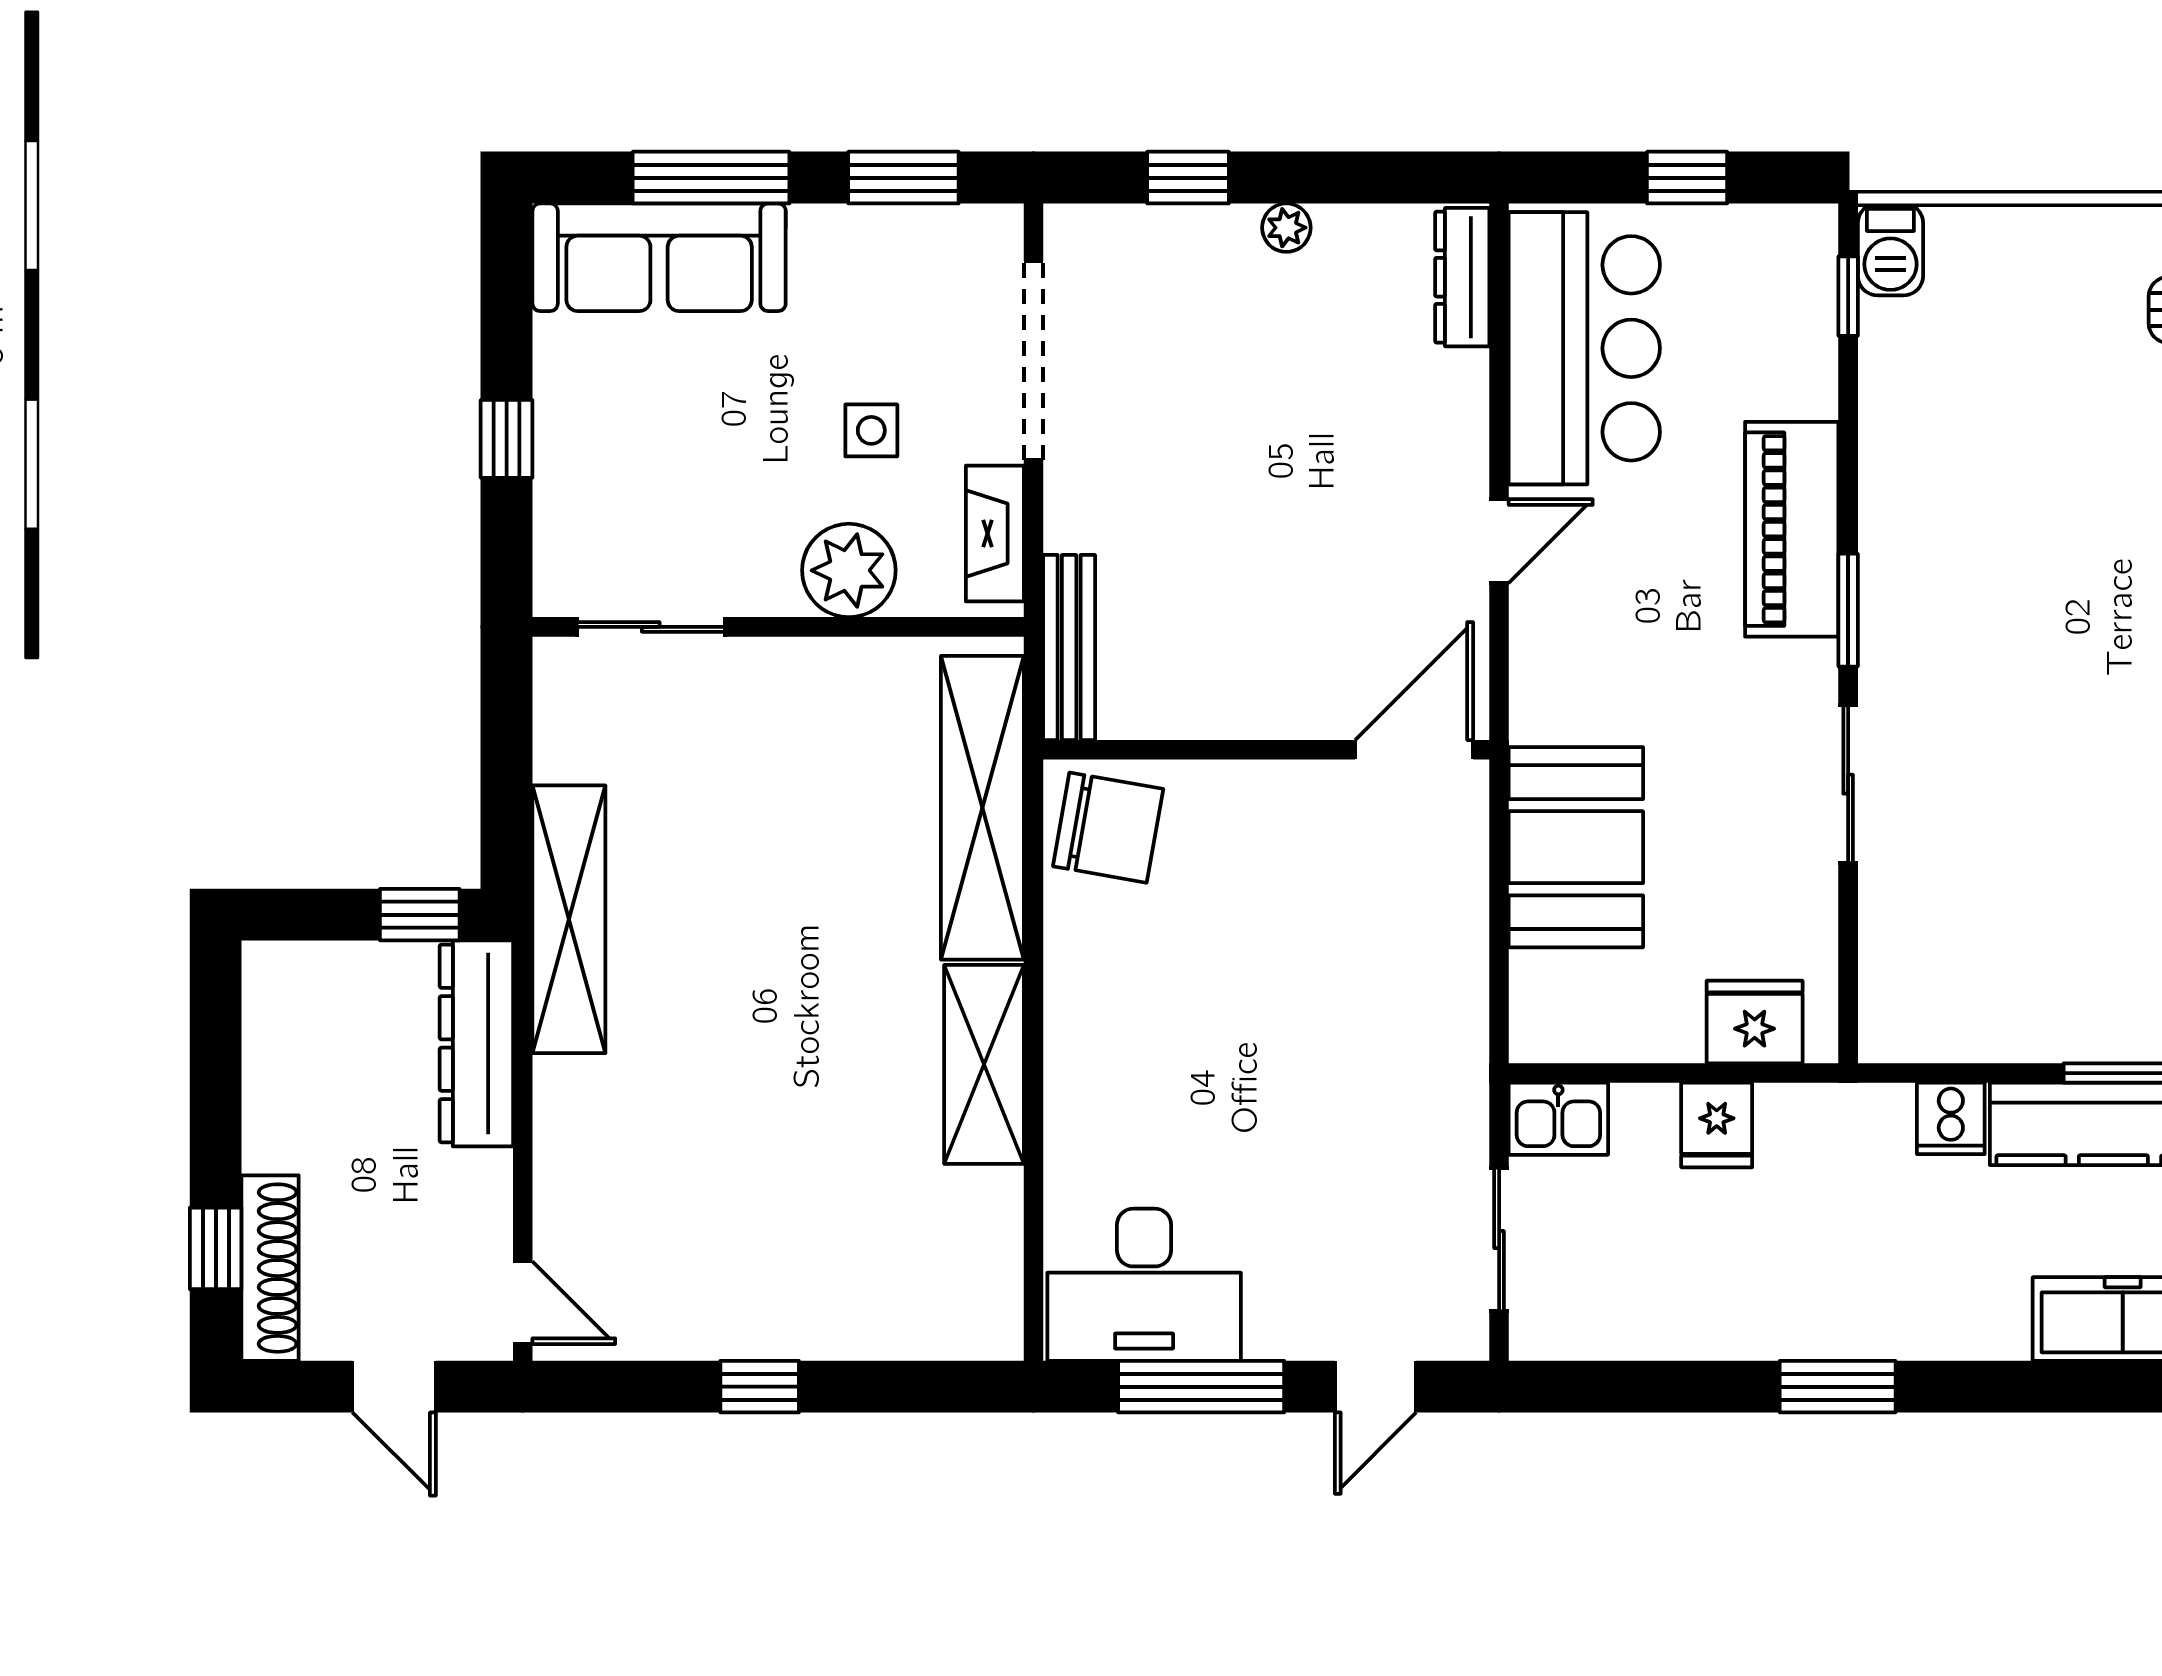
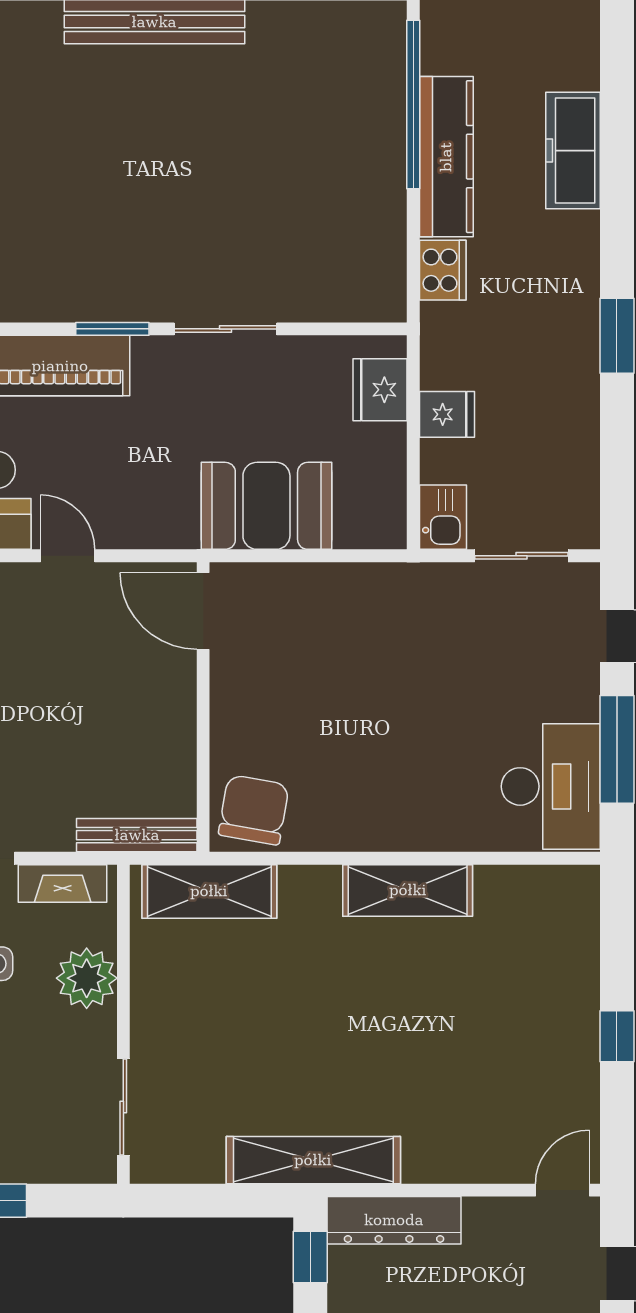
shelving: (982, 808) -> (209, 891), width x0.68
cooker: (1951, 1118) -> (443, 270), width x1.36

